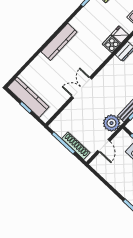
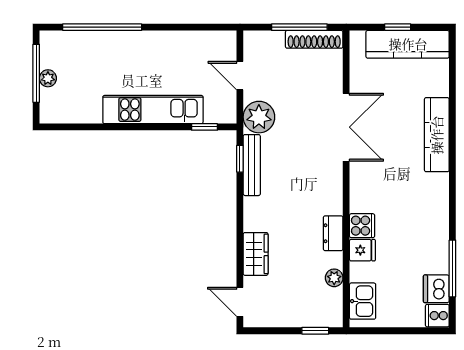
kitchen counter: (59, 42) -> (437, 135), moved
double door: (82, 88) -> (346, 127), width x1.37
shoe rack: (76, 146) -> (314, 39), moved

